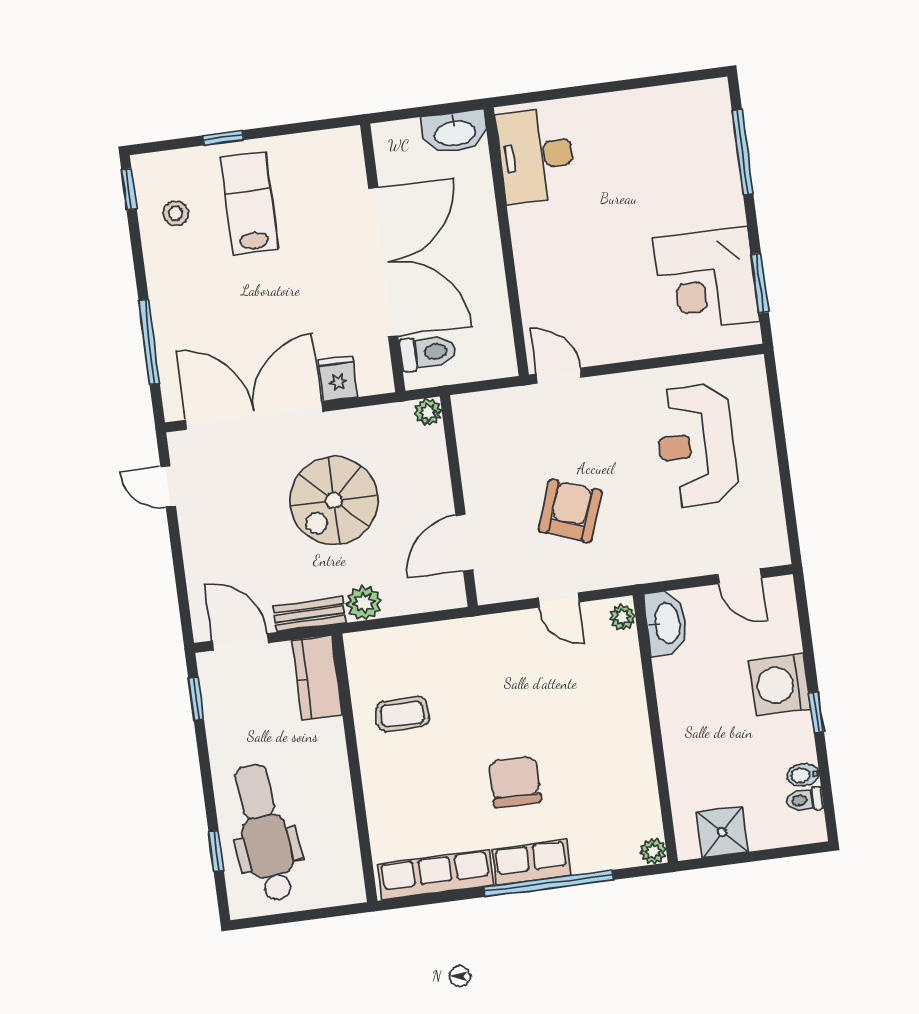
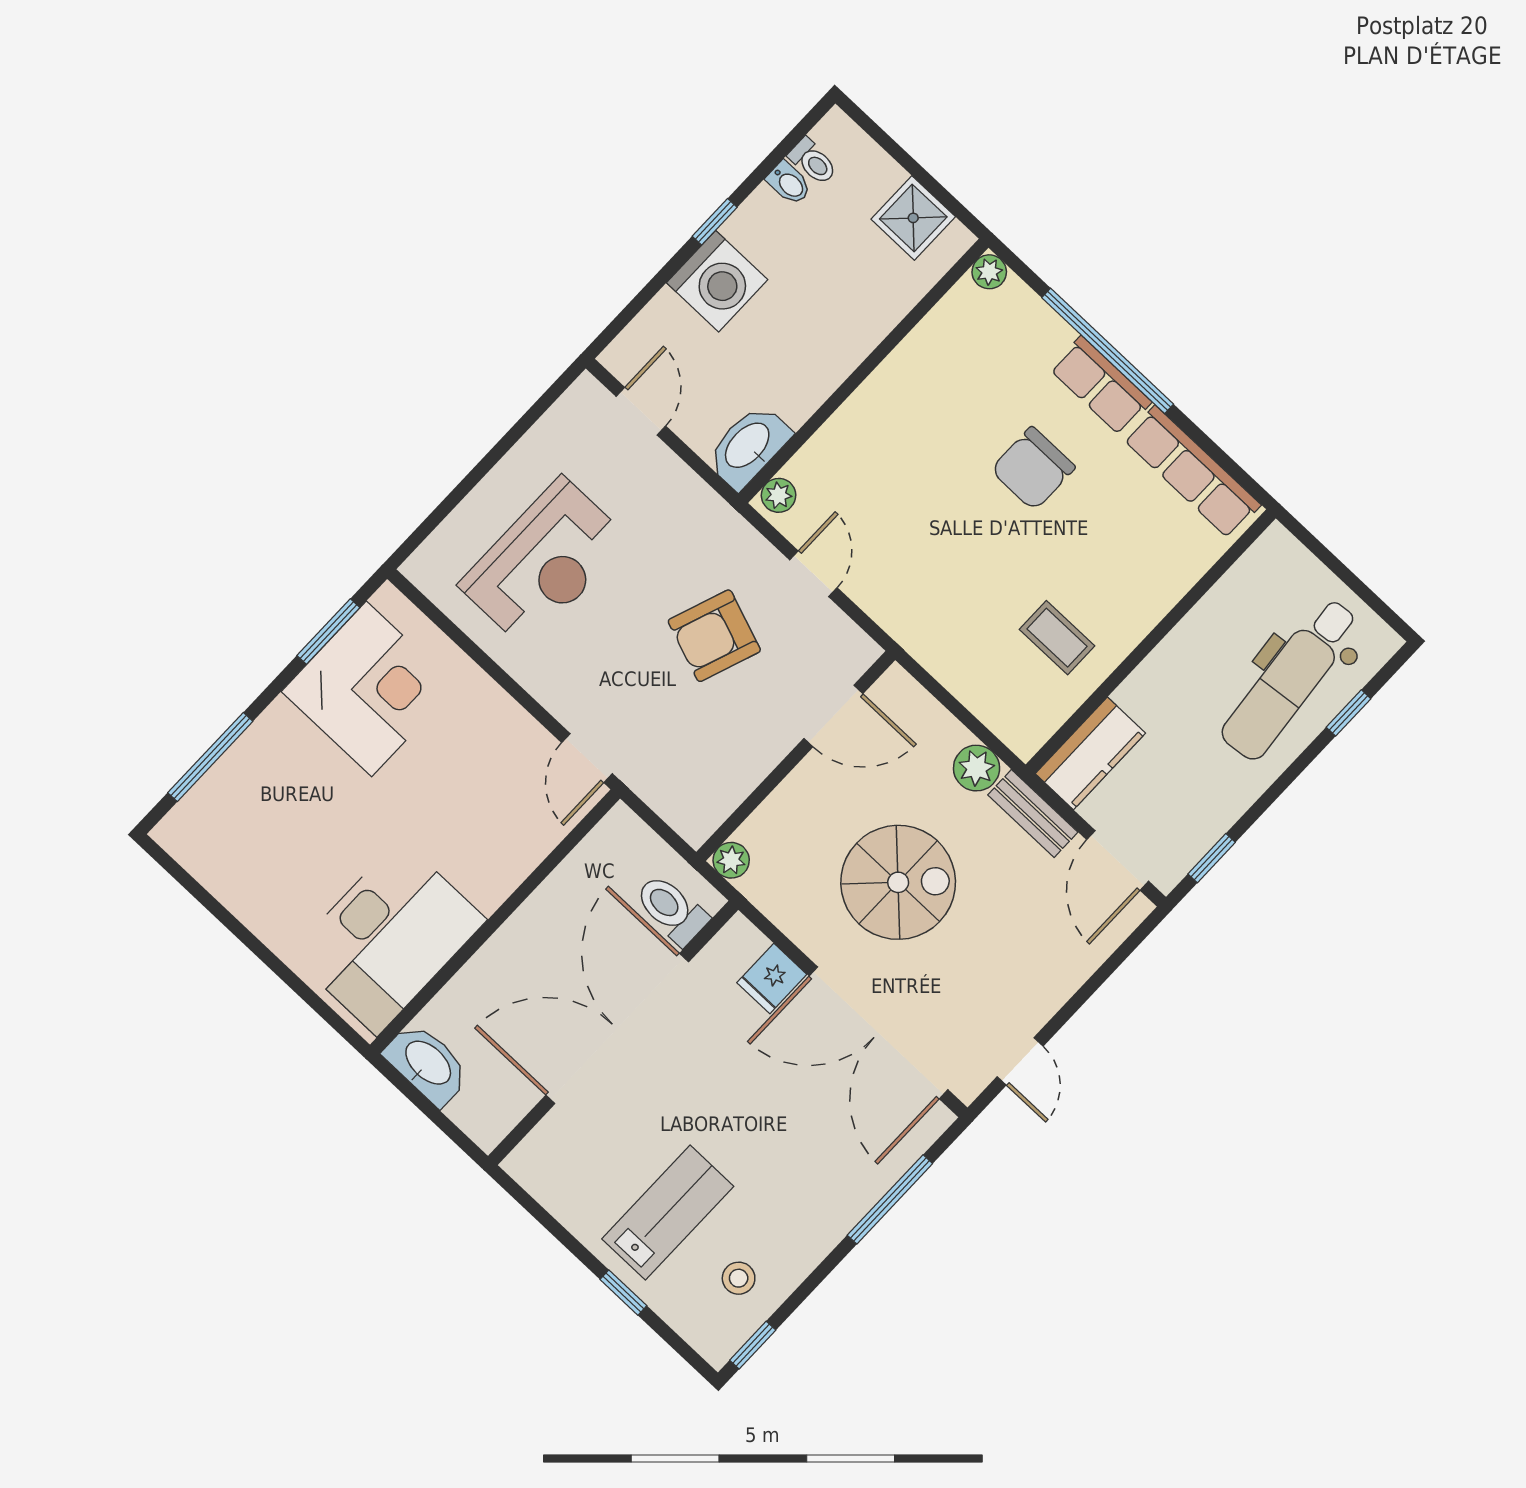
desk: (536, 156) -> (388, 937), width x1.36, depth x1.30
lab bench: (249, 203) -> (668, 1213), turned 180

